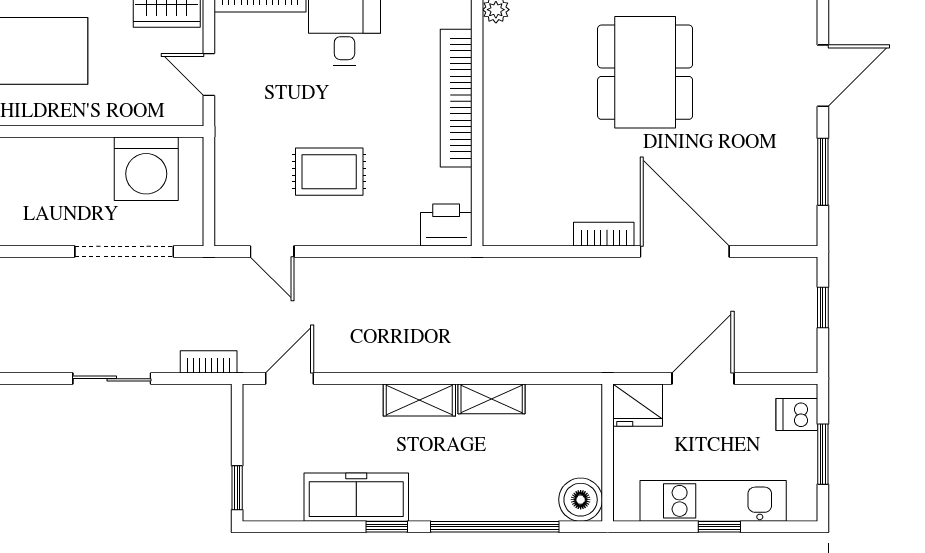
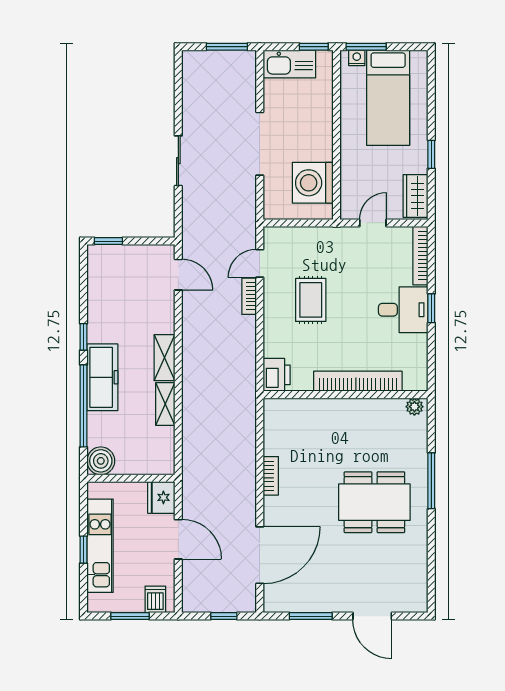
doorway: (124, 252) -> (260, 144), moved
door: (685, 252) -> (260, 555), moved
bookcase: (209, 362) -> (249, 296), moved, turned 180
freezer: (356, 497) -> (102, 377), moved

